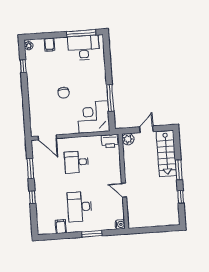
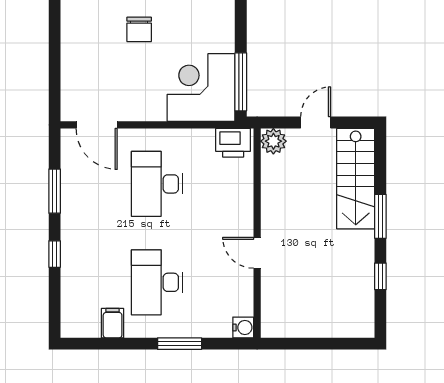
window: (110, 98) -> (241, 82), moved
desk: (77, 162) -> (157, 184), width x1.37

